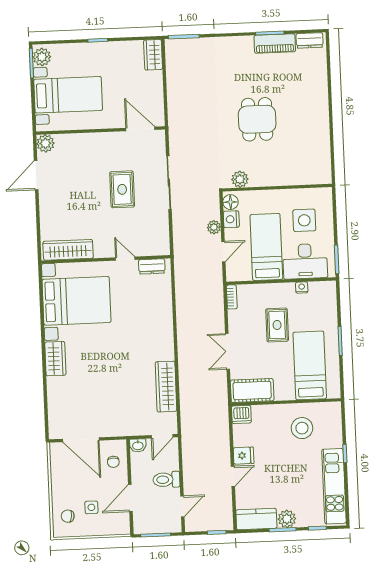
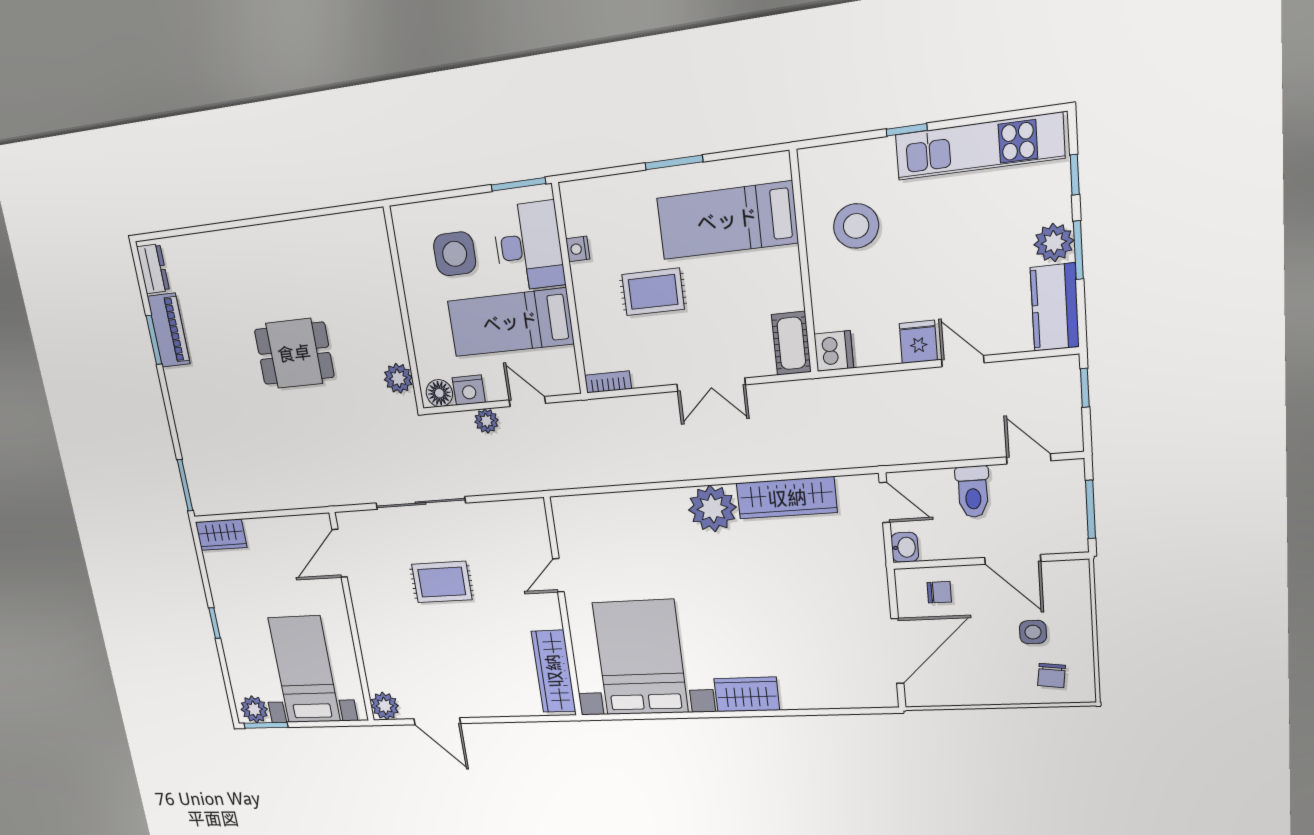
dresser: (152, 266) -> (567, 529), removed
plant: (161, 347) -> (712, 509), added
cot: (252, 390) -> (791, 343), width x0.73, depth x0.75

